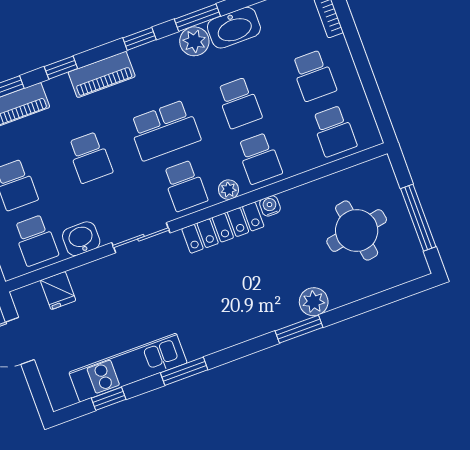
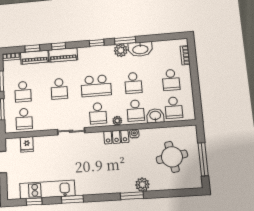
piano: (102, 74) -> (63, 55), moved
locker: (223, 228) -> (116, 137), width x0.66
washbasin: (81, 239) -> (155, 116), moved

